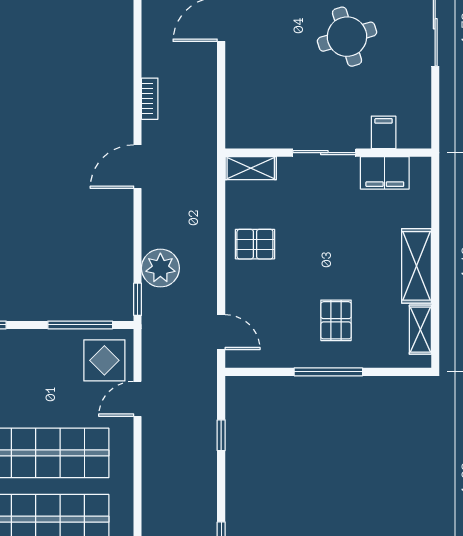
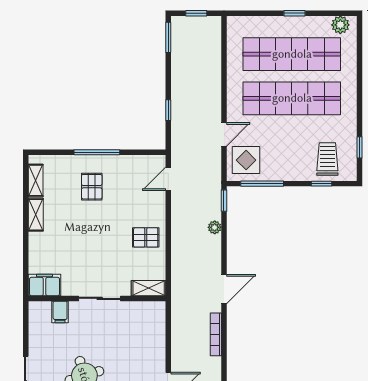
bookcase: (150, 99) -> (216, 334), width x1.56
filing cabinet: (385, 173) -> (44, 285), moved
shelving: (416, 266) -> (36, 215), width x0.67, depth x0.75
plant: (160, 268) -> (215, 227), width x0.53, depth x0.53
door: (221, 332) -> (168, 179), hinge flipped

